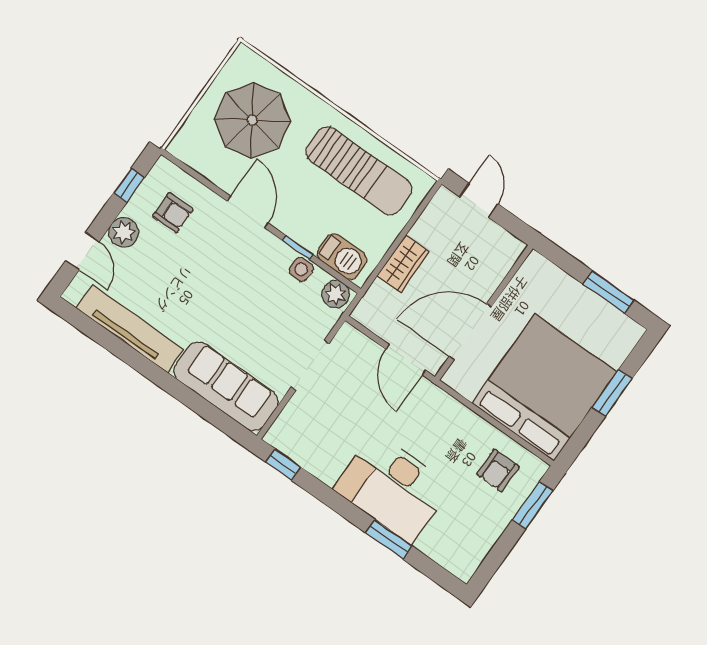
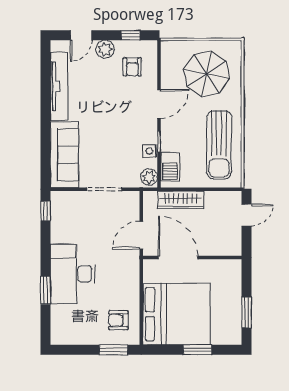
wardrobe: (403, 264) -> (180, 200), width x1.50

